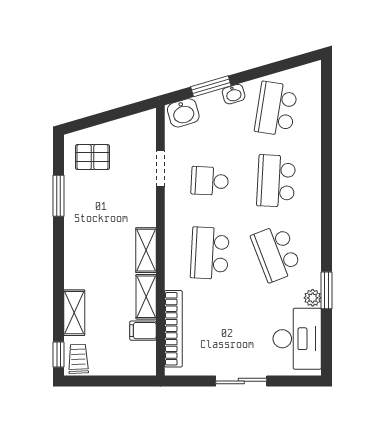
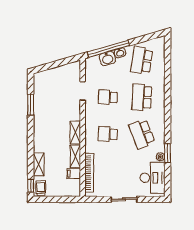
window: (211, 86) -> (108, 49), width x2.11
washbasin: (183, 113) -> (107, 59), moved
pallet: (93, 157) -> (48, 85), removed
school desk: (210, 253) -> (108, 134), width x0.54

